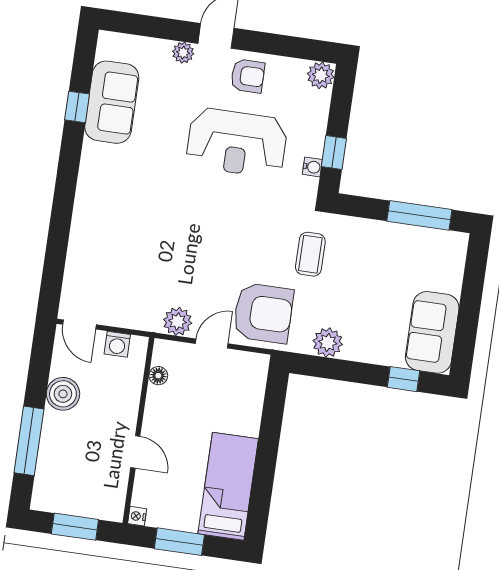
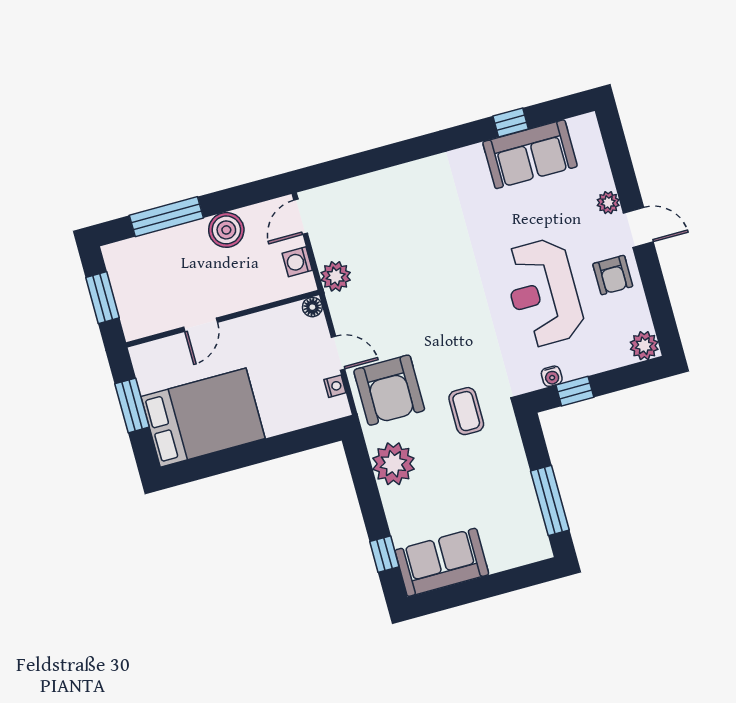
coffee table: (310, 254) -> (466, 411), turned 90
plant: (178, 321) -> (336, 276), moved
plant: (328, 343) -> (393, 464), width x1.36, depth x1.36
floor lamp: (158, 376) -> (312, 307), moved
bed: (228, 486) -> (203, 418), width x1.50
nightstand: (137, 516) -> (335, 386), moved, turned 90

